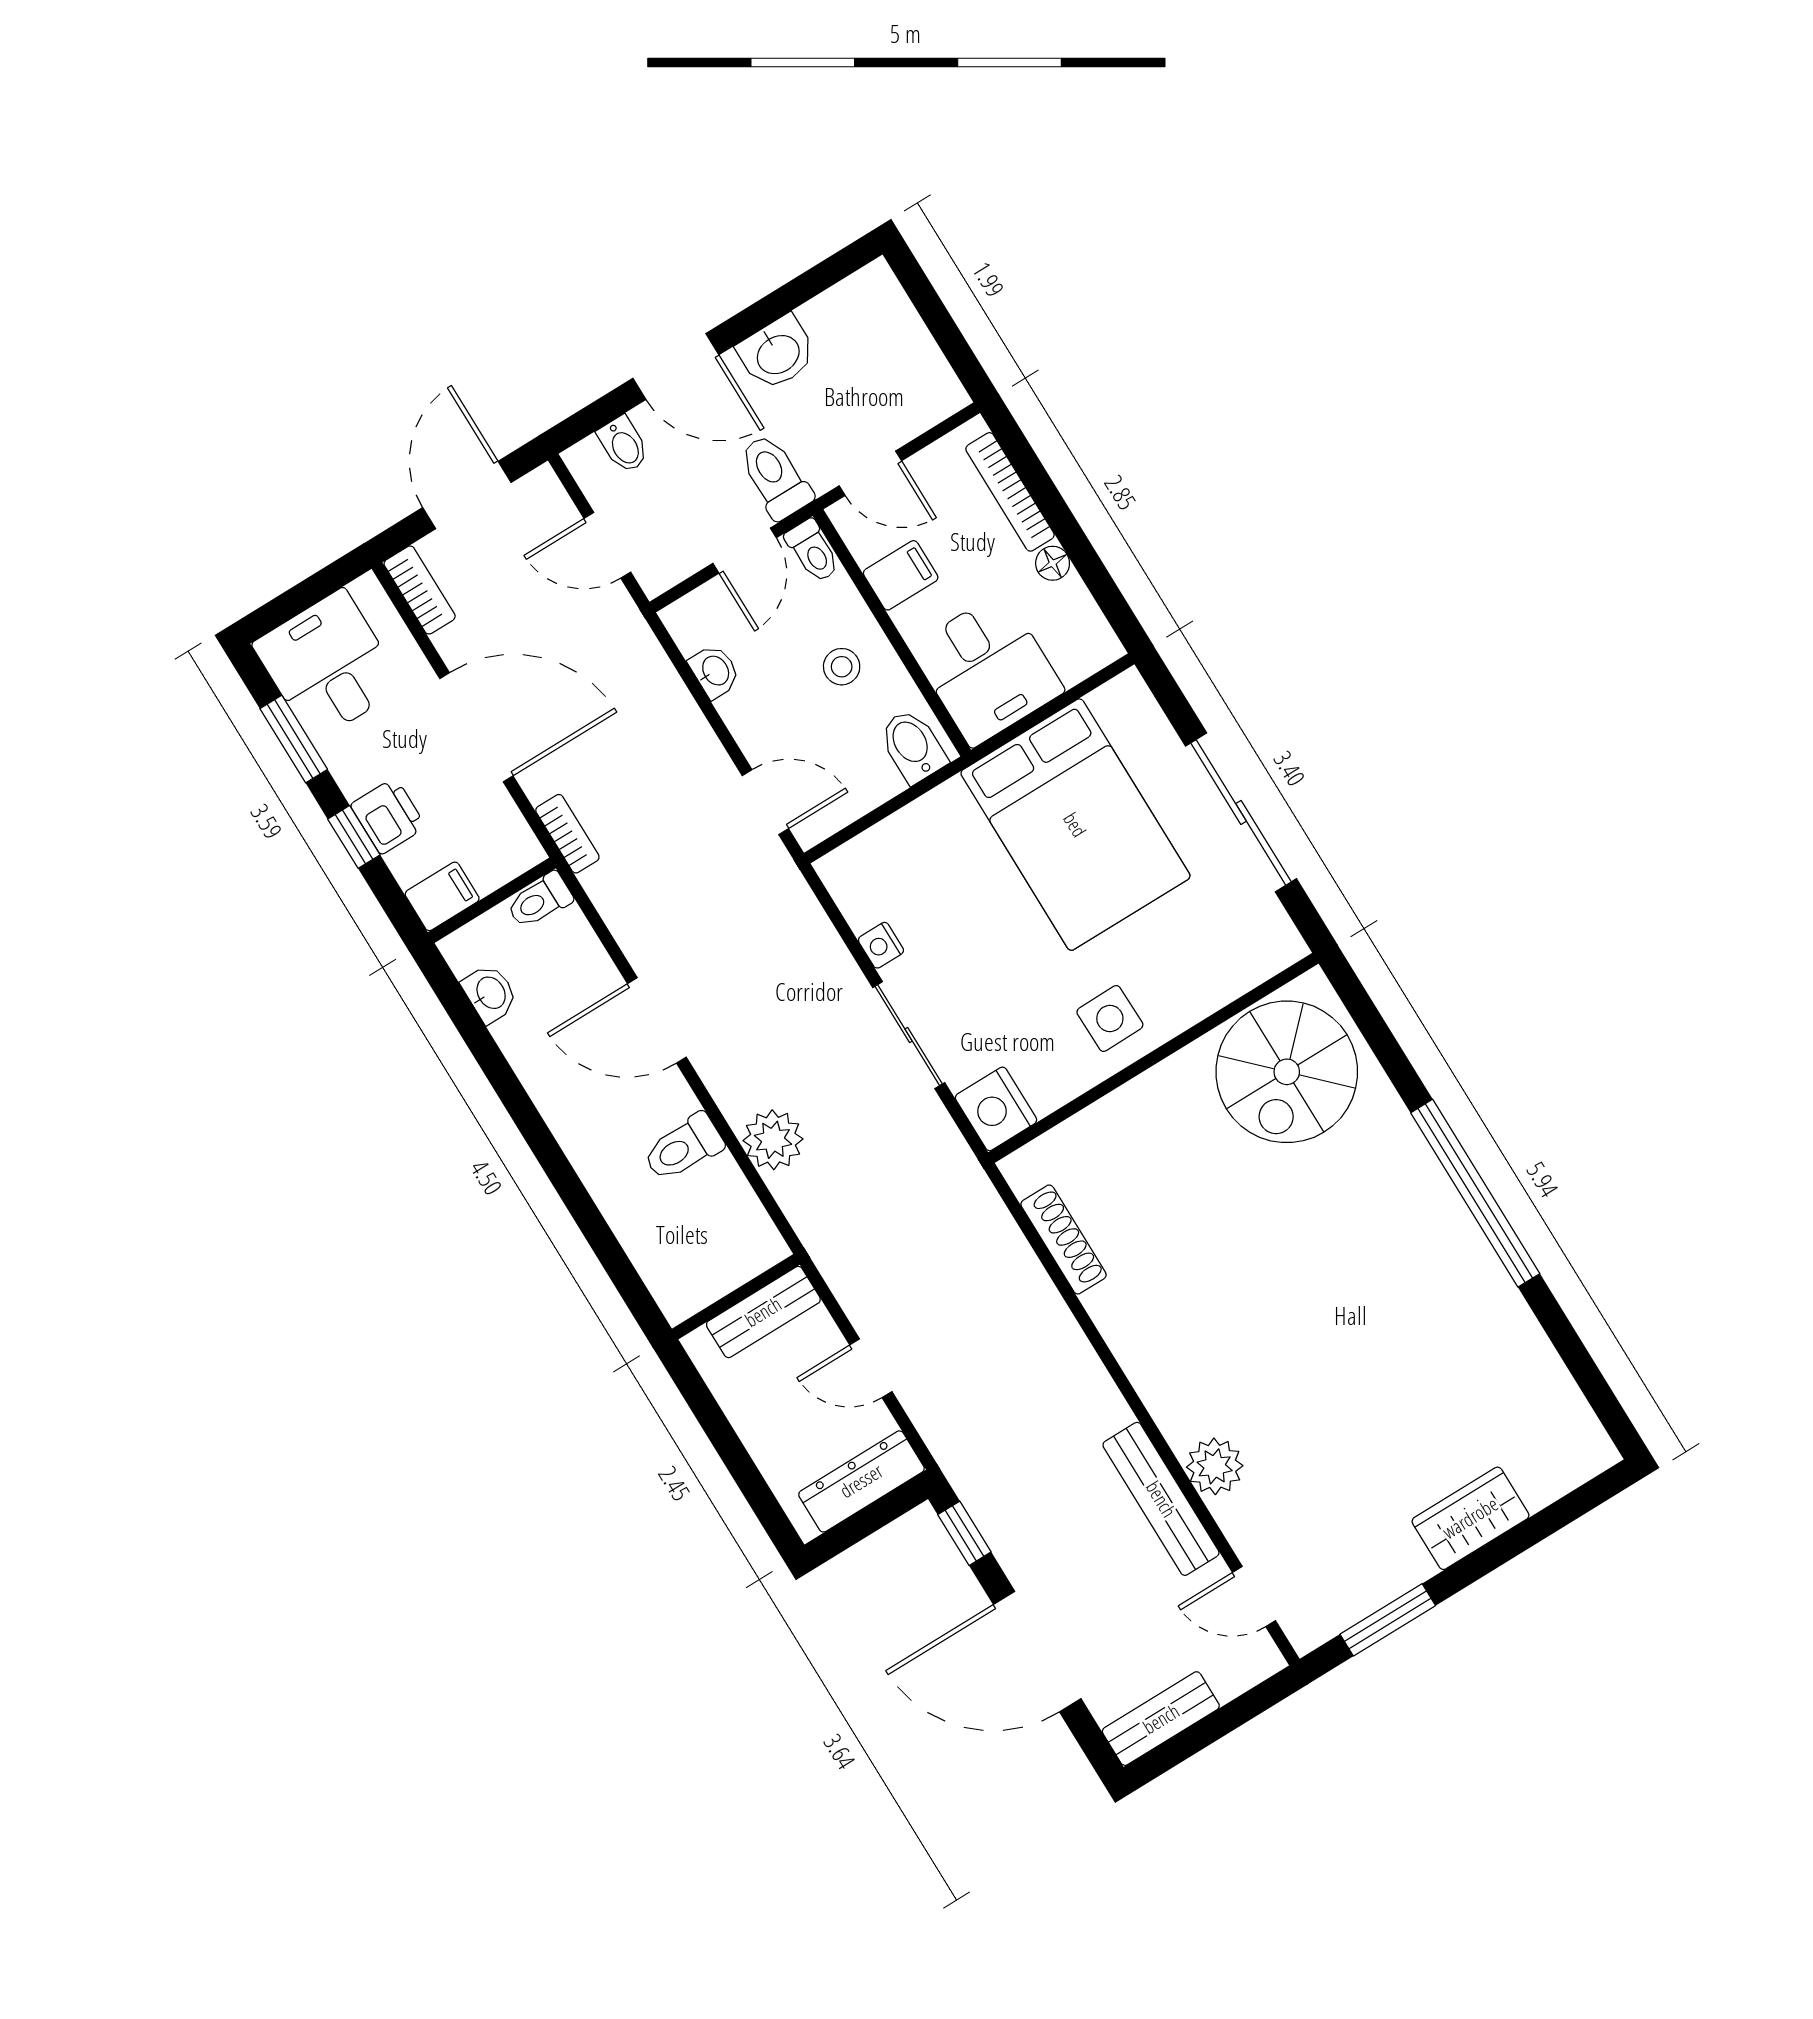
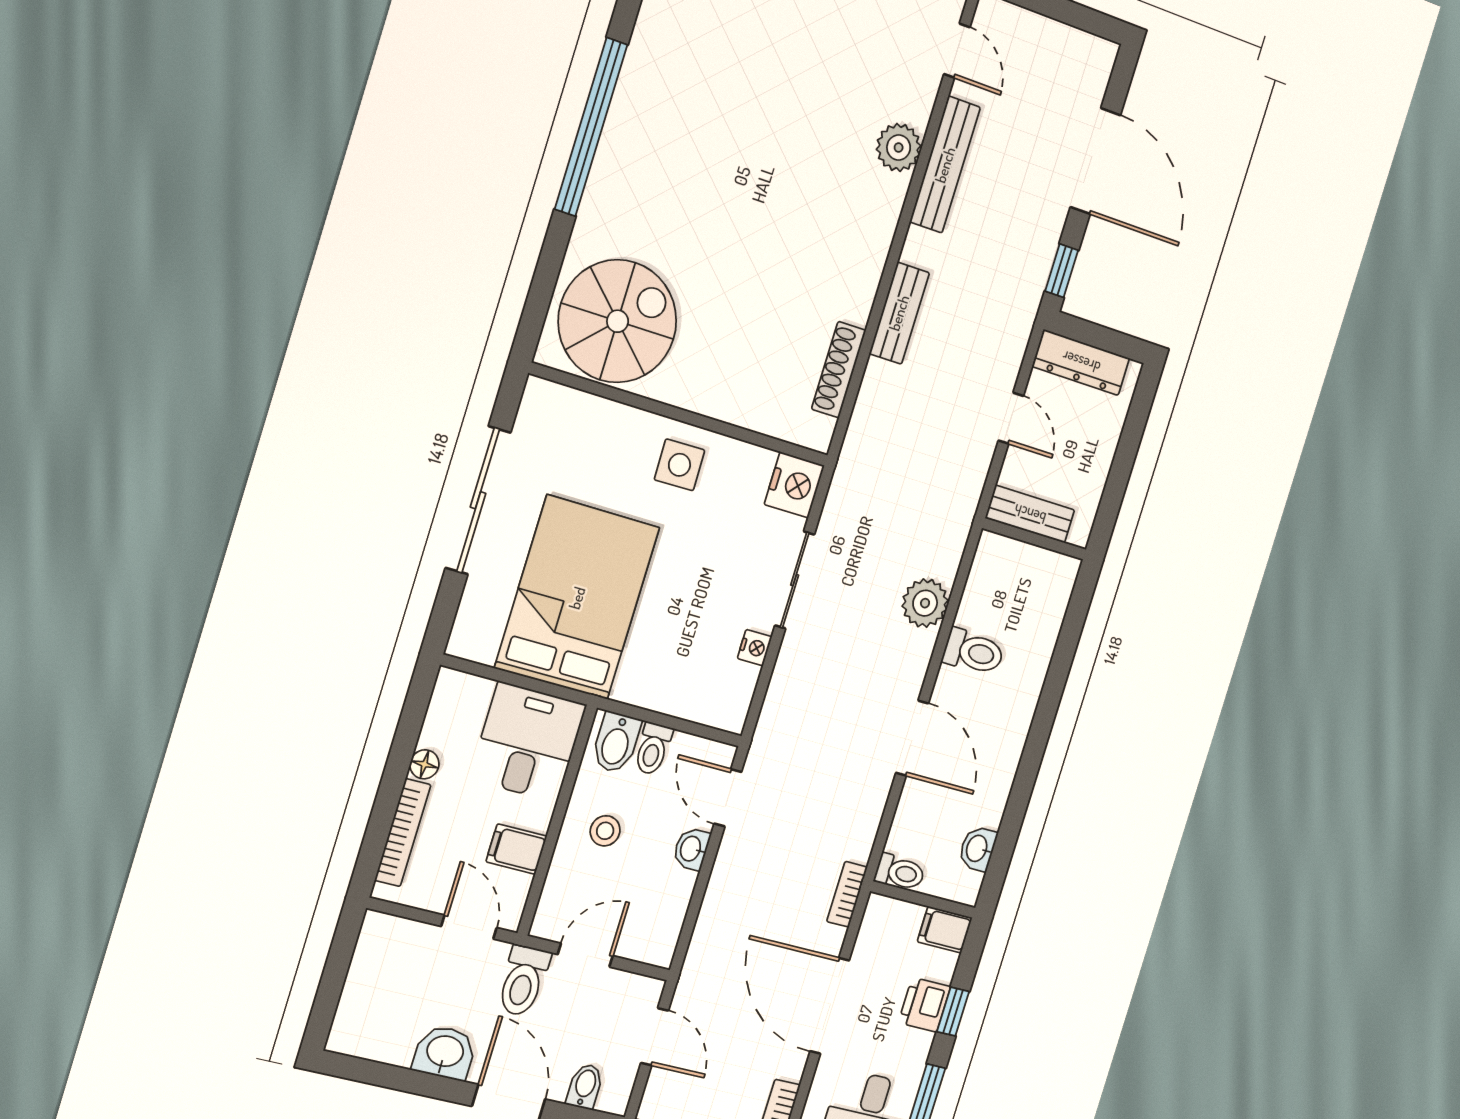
toilet: (813, 551) -> (653, 749), moved, turned 180
washbasin: (715, 671) -> (691, 849), moved
bench: (1161, 1719) -> (899, 313), moved, turned 90

